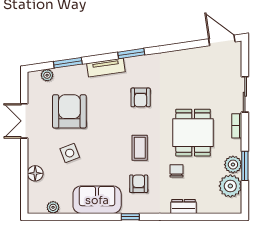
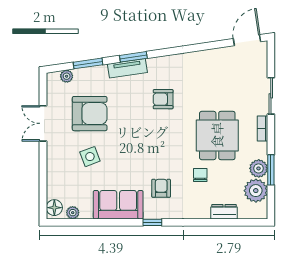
door: (222, 40) -> (247, 40), hinge flipped
window: (131, 54) -> (133, 57), moved
armchair: (141, 97) -> (163, 99), turned 90
armchair: (69, 111) -> (90, 114), turned 90
coffee table: (140, 148) -> (162, 151), removed
floor lamp: (35, 173) -> (54, 208), moved
dresser: (183, 206) -> (224, 212), moved

